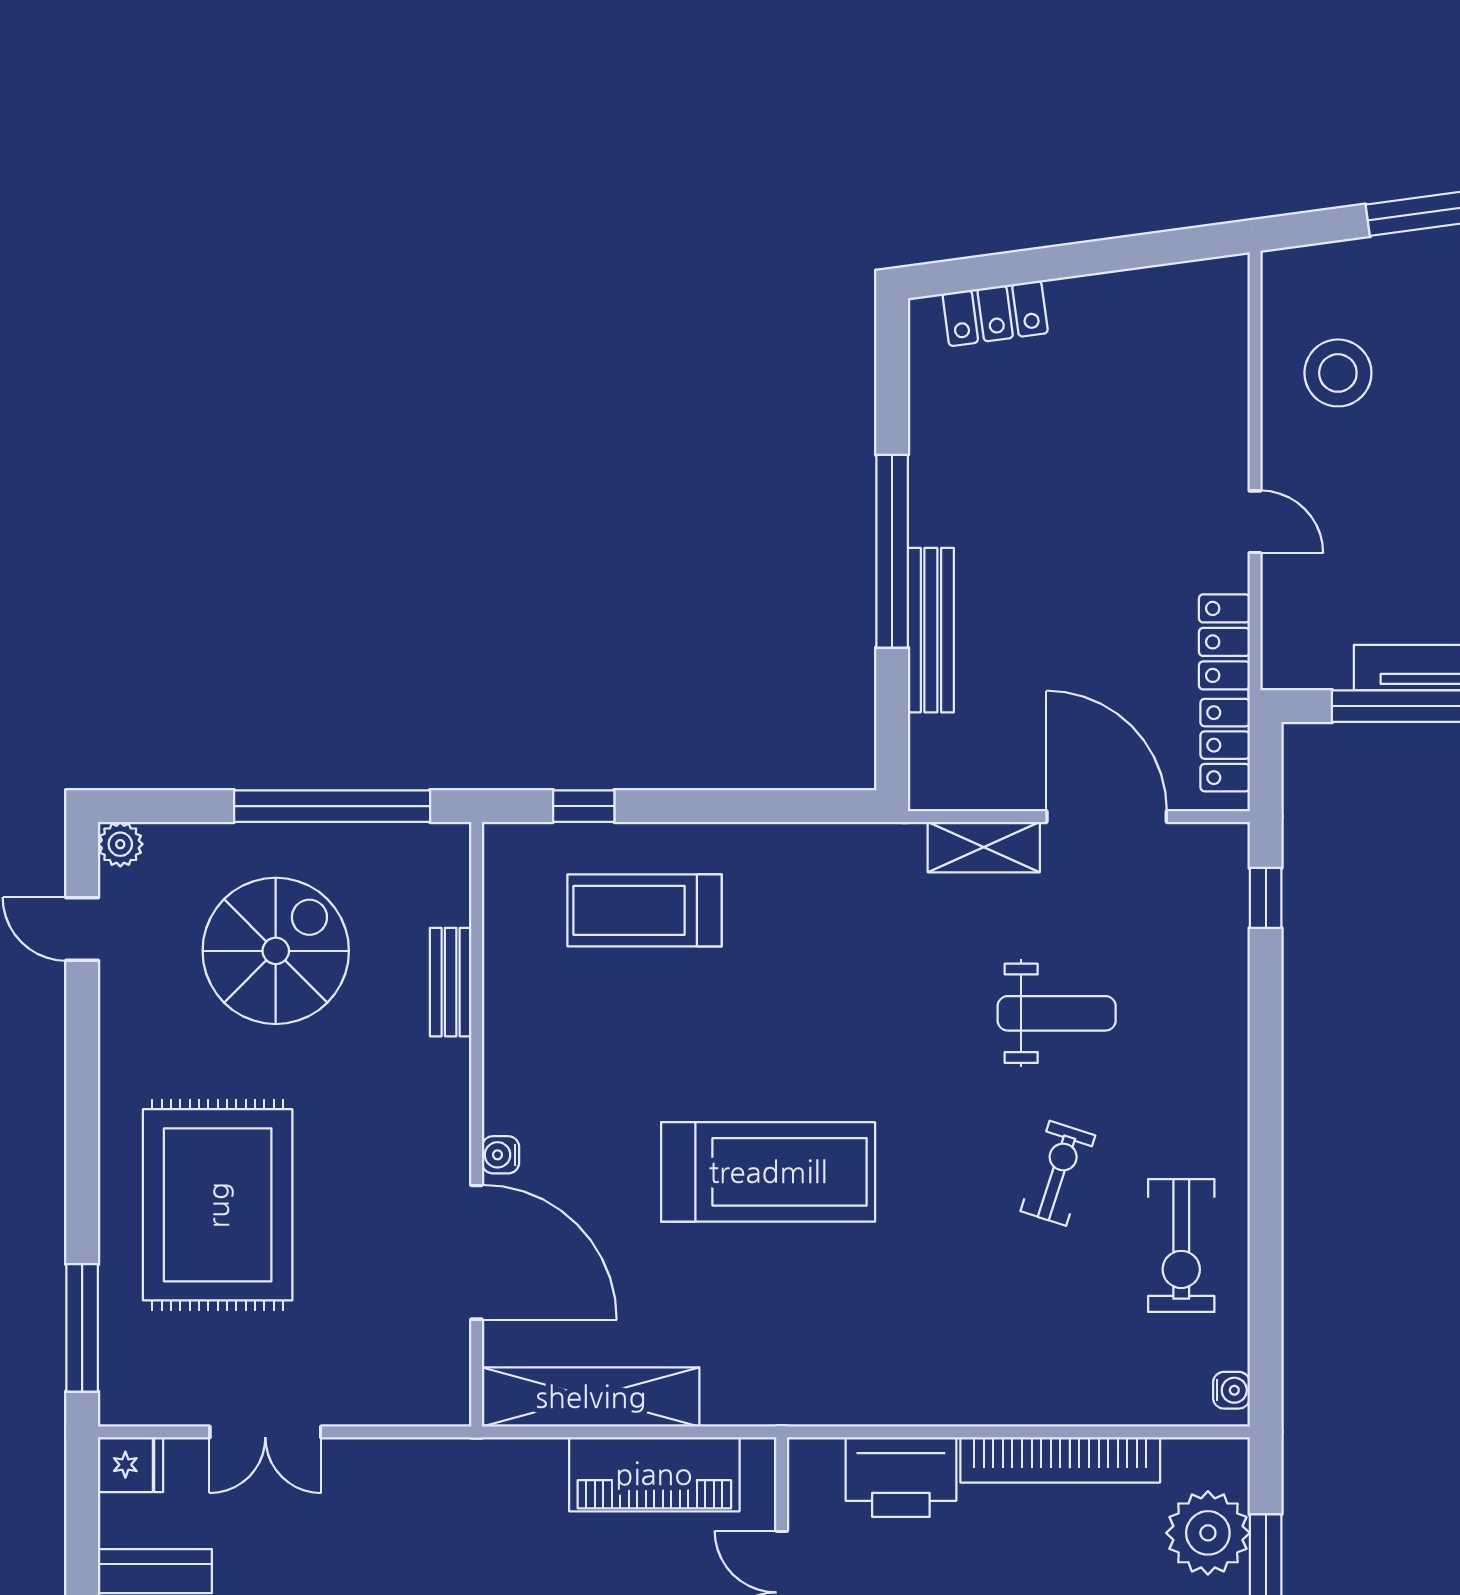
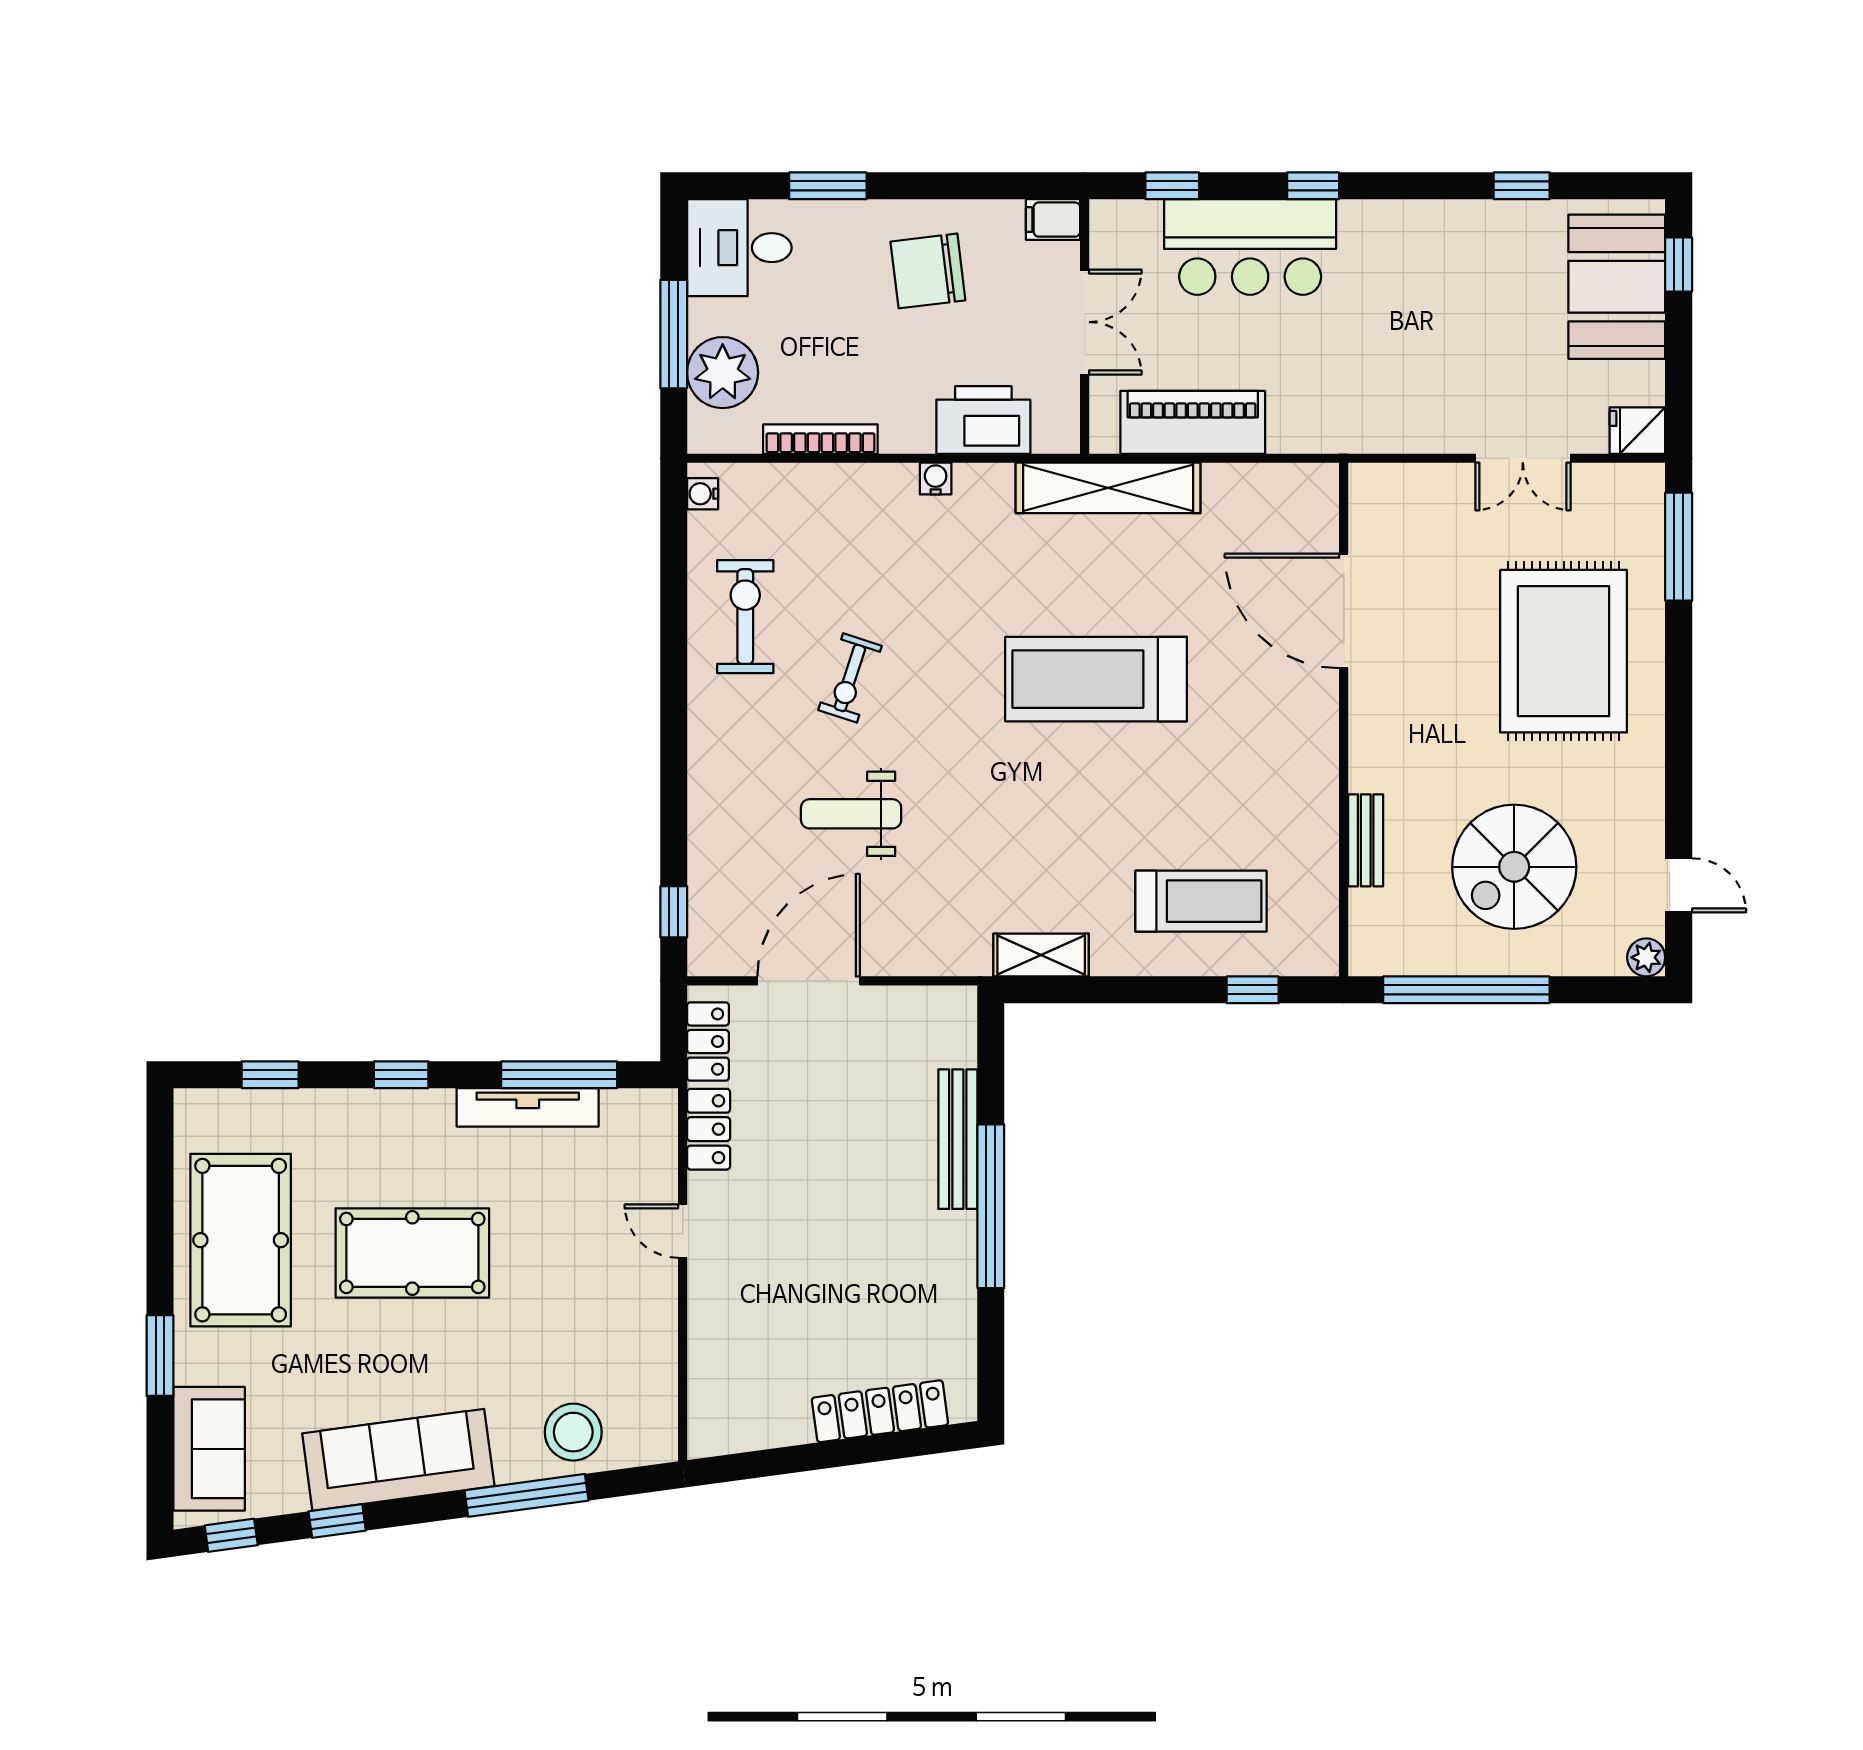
locker: (995, 313) -> (880, 1411), width x1.53
stool: (1338, 373) -> (573, 1432), moved
door: (1107, 817) -> (809, 981), swing flipped
shelving: (984, 847) -> (1041, 955), moved
water cooler: (500, 1155) -> (936, 479), moved, turned -90
shelving: (591, 1397) -> (1108, 488), moved
double door: (265, 1432) -> (1523, 458), swing flipped
bookcase: (1060, 1460) -> (820, 439), width x0.68, depth x0.76

